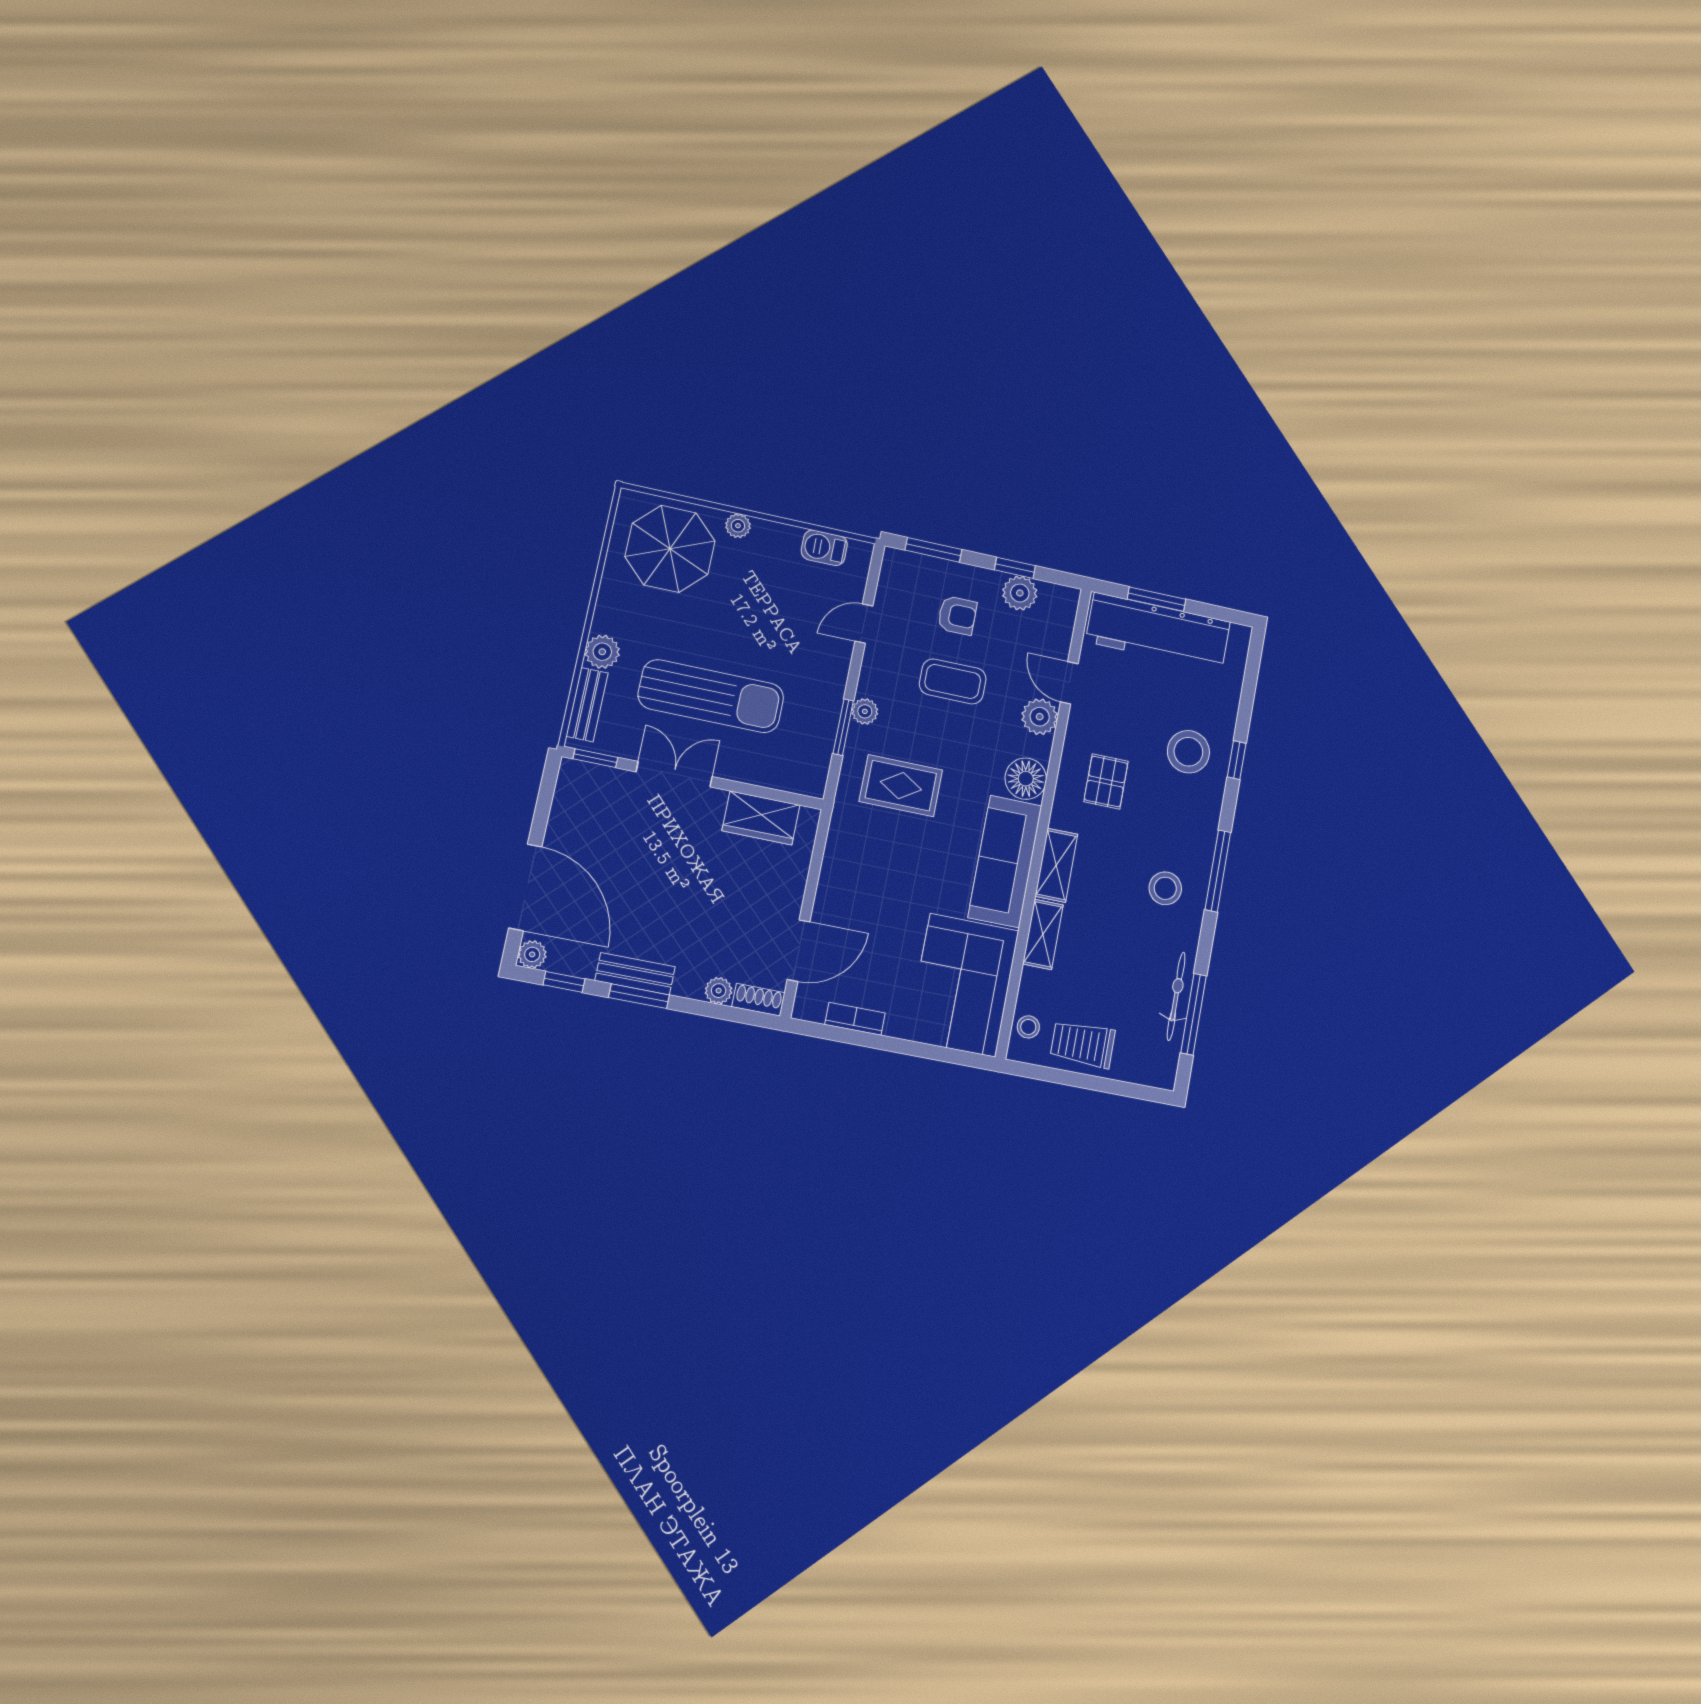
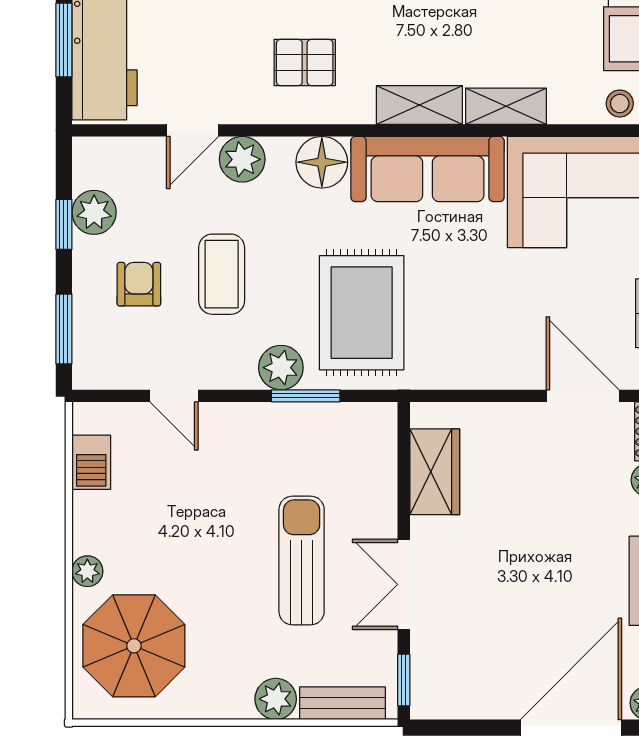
sun lounger: (711, 696) -> (302, 560), width x0.73, depth x0.75
plant: (865, 711) -> (281, 368), width x1.38, depth x1.38
rug: (901, 786) -> (362, 313), width x1.36, depth x1.43

